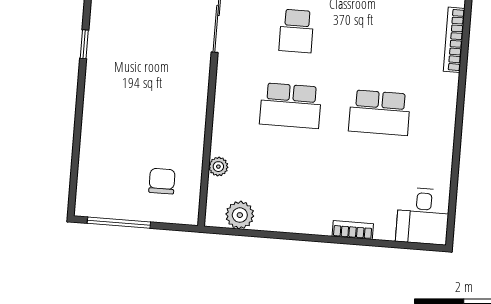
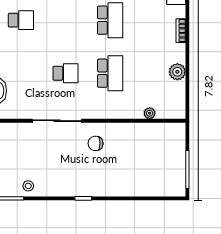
chair: (162, 181) -> (96, 143), moved
plant: (240, 215) -> (177, 72), moved

